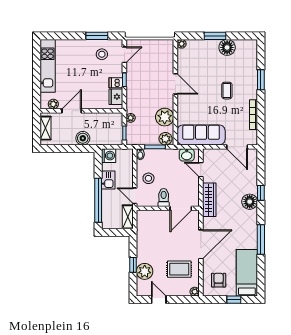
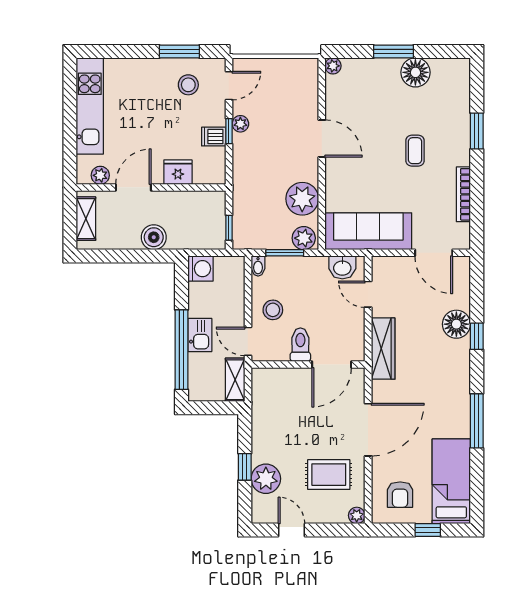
fridge: (116, 97) -> (178, 172), moved, turned 90
plant: (131, 118) -> (240, 124), moved
kitchen sink: (108, 180) -> (200, 335), moved
floor lamp: (250, 202) -> (456, 324), moved
armchair: (219, 280) -> (400, 495), turned 180

